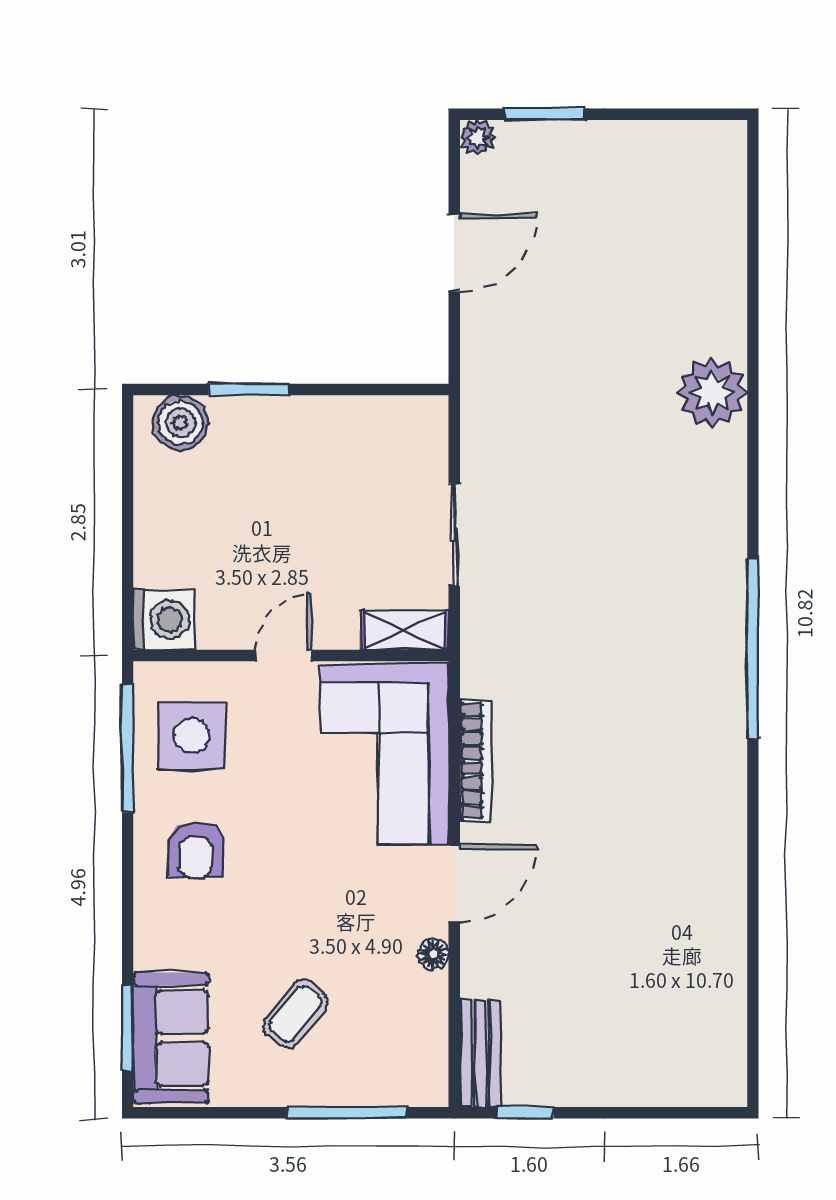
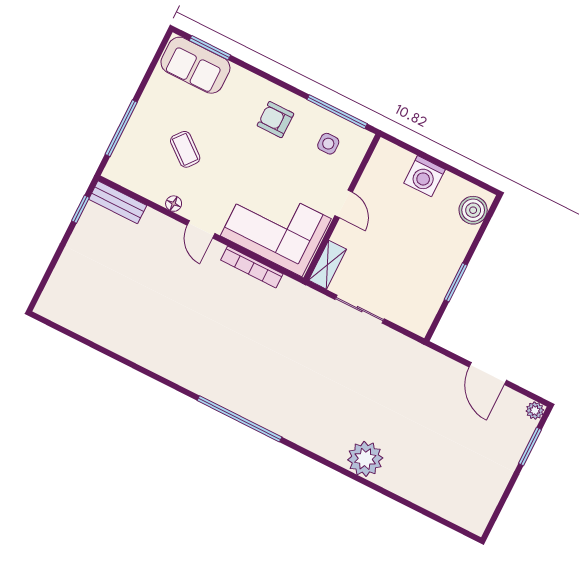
window: (249, 389) -> (456, 282), moved
washing machine: (164, 619) -> (425, 176), moved
side table: (191, 736) -> (328, 144), width x0.54, depth x0.54
door: (454, 883) -> (201, 229), width x0.73
coffee table: (295, 1014) -> (185, 149), moved

